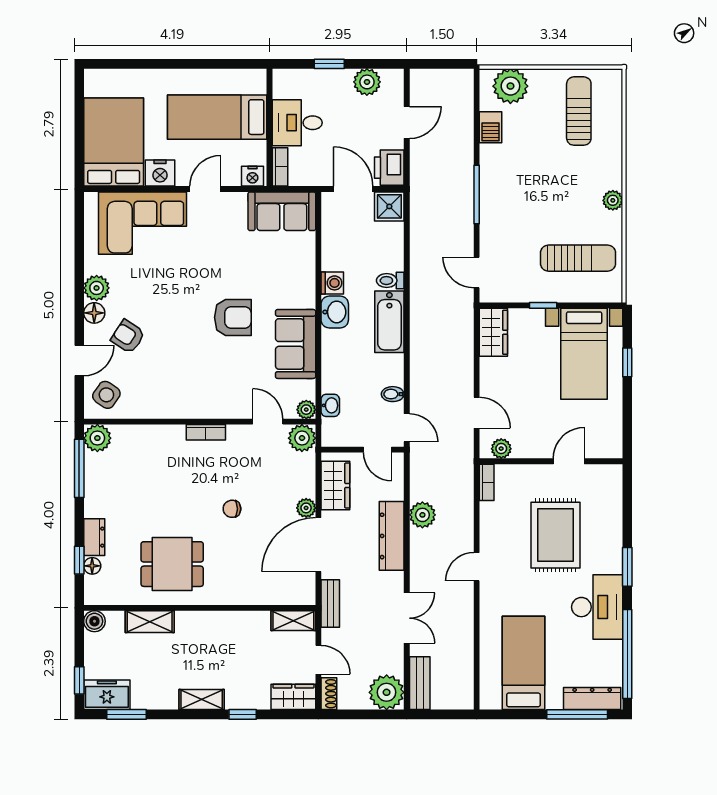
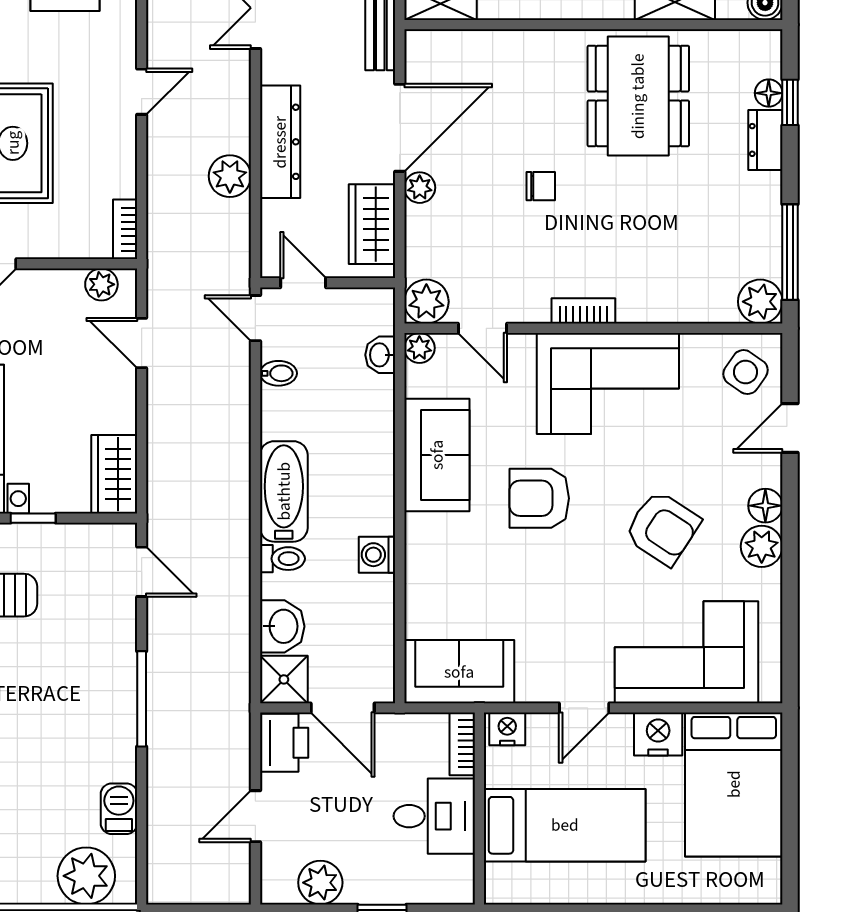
washbasin: (335, 312) -> (282, 626), moved, turned 180
armchair: (128, 336) -> (663, 528), moved, width x1.38, depth x1.38
corner sofa: (191, 388) -> (608, 383), added
dining table: (172, 564) -> (638, 96), width x1.37

